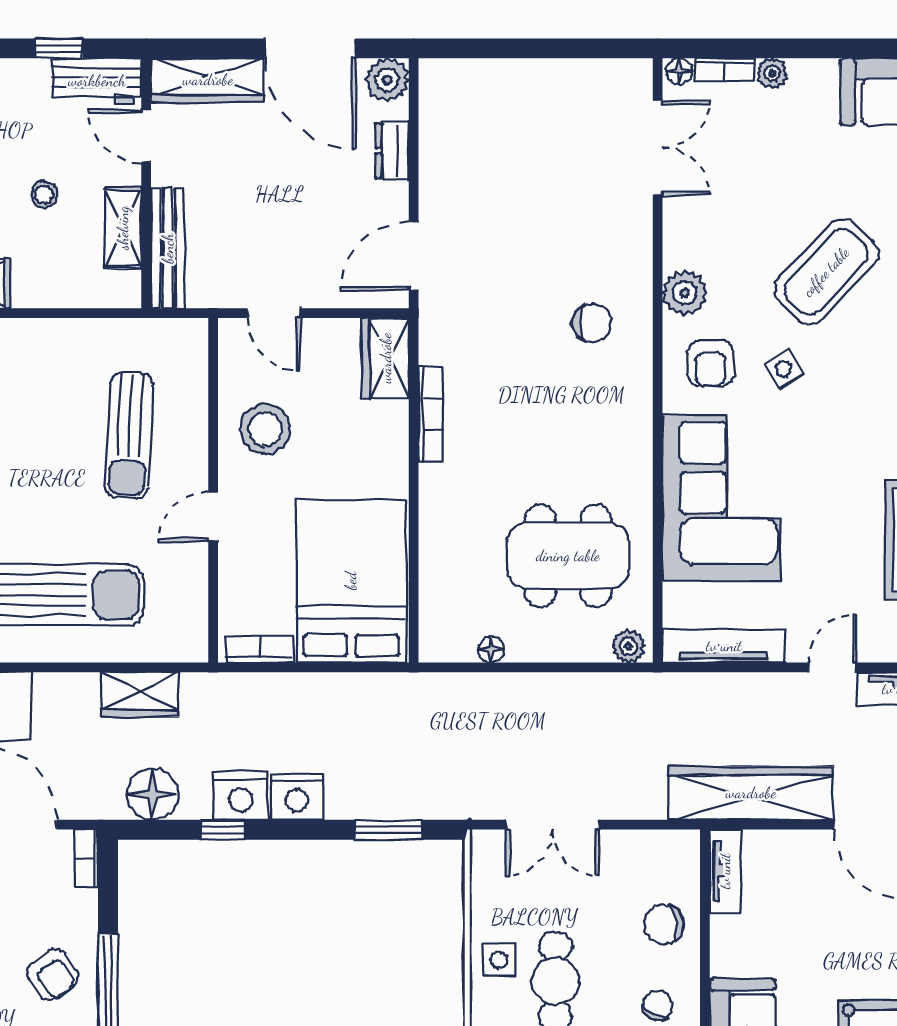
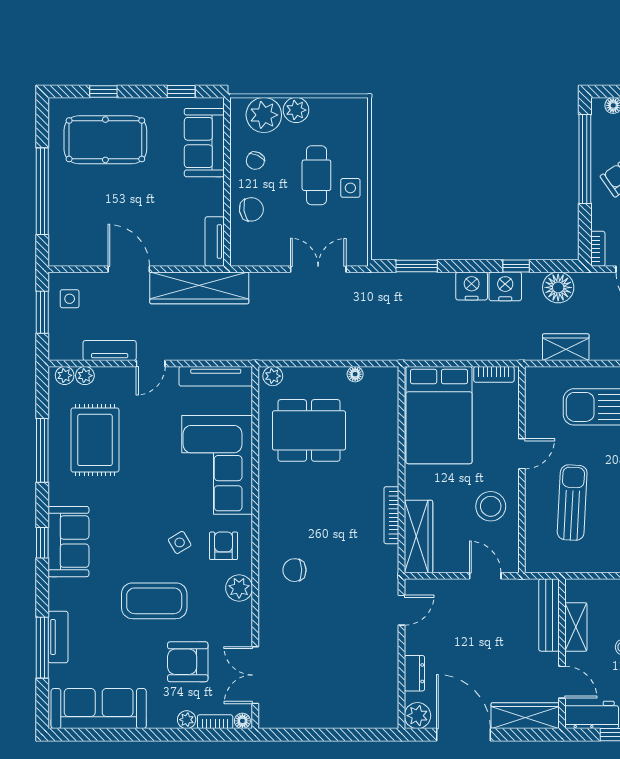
armchair: (770, 170) -> (188, 662), added
door: (414, 256) -> (402, 610), width x0.73
coffee table: (826, 272) -> (154, 601), turned 47
wardrobe: (386, 358) -> (418, 537), width x1.50

